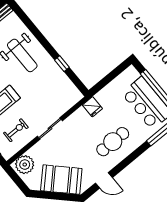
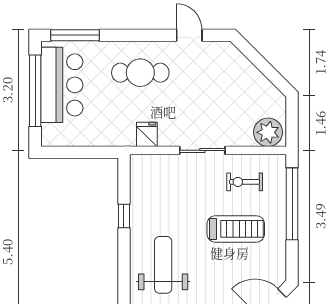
fridge: (92, 107) -> (147, 134), moved
booth: (61, 180) -> (239, 78), removed

